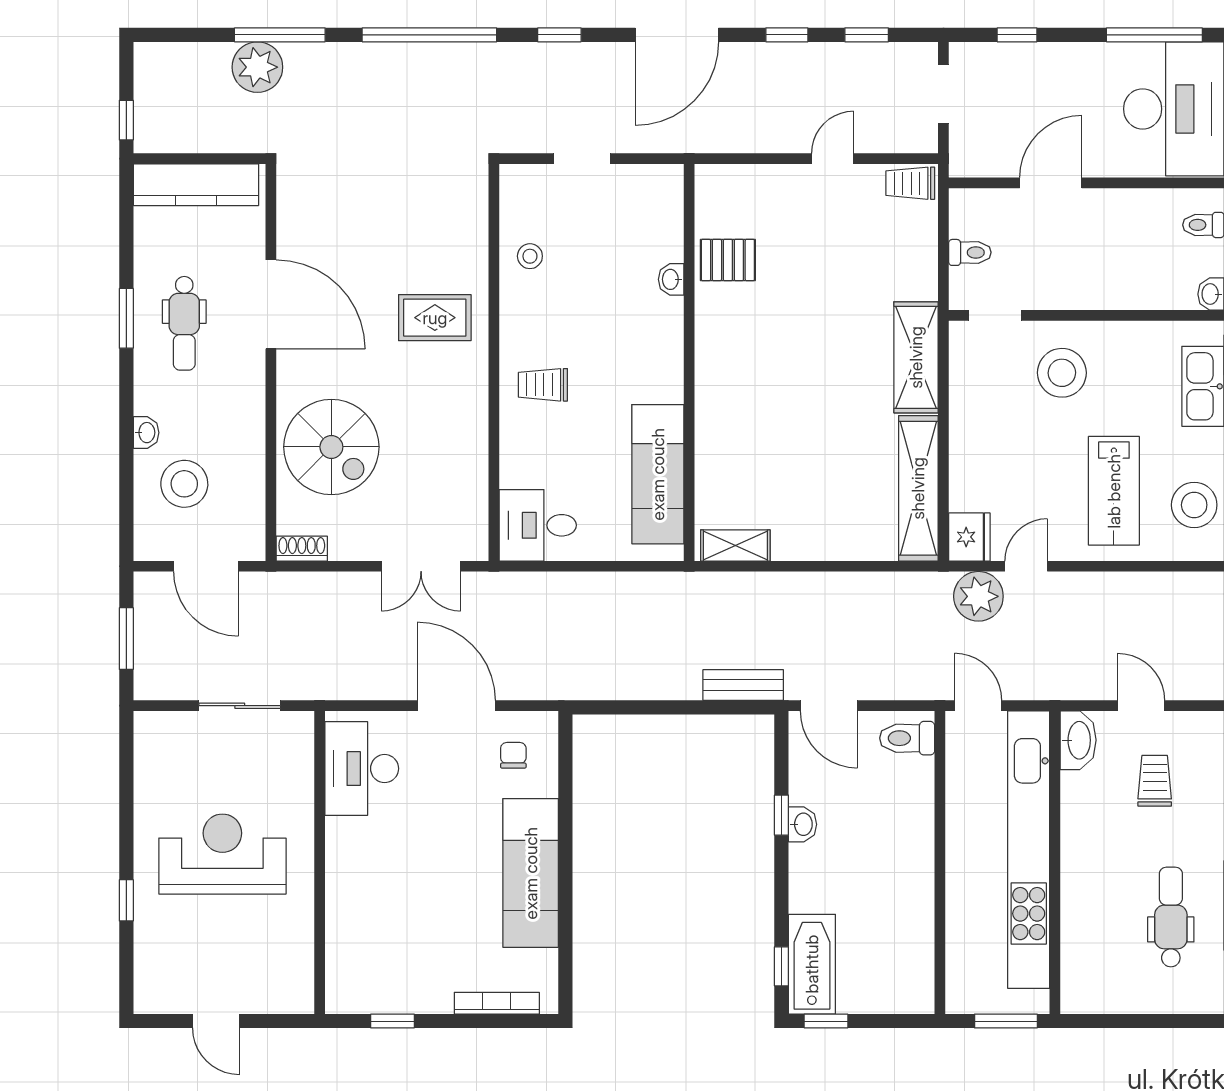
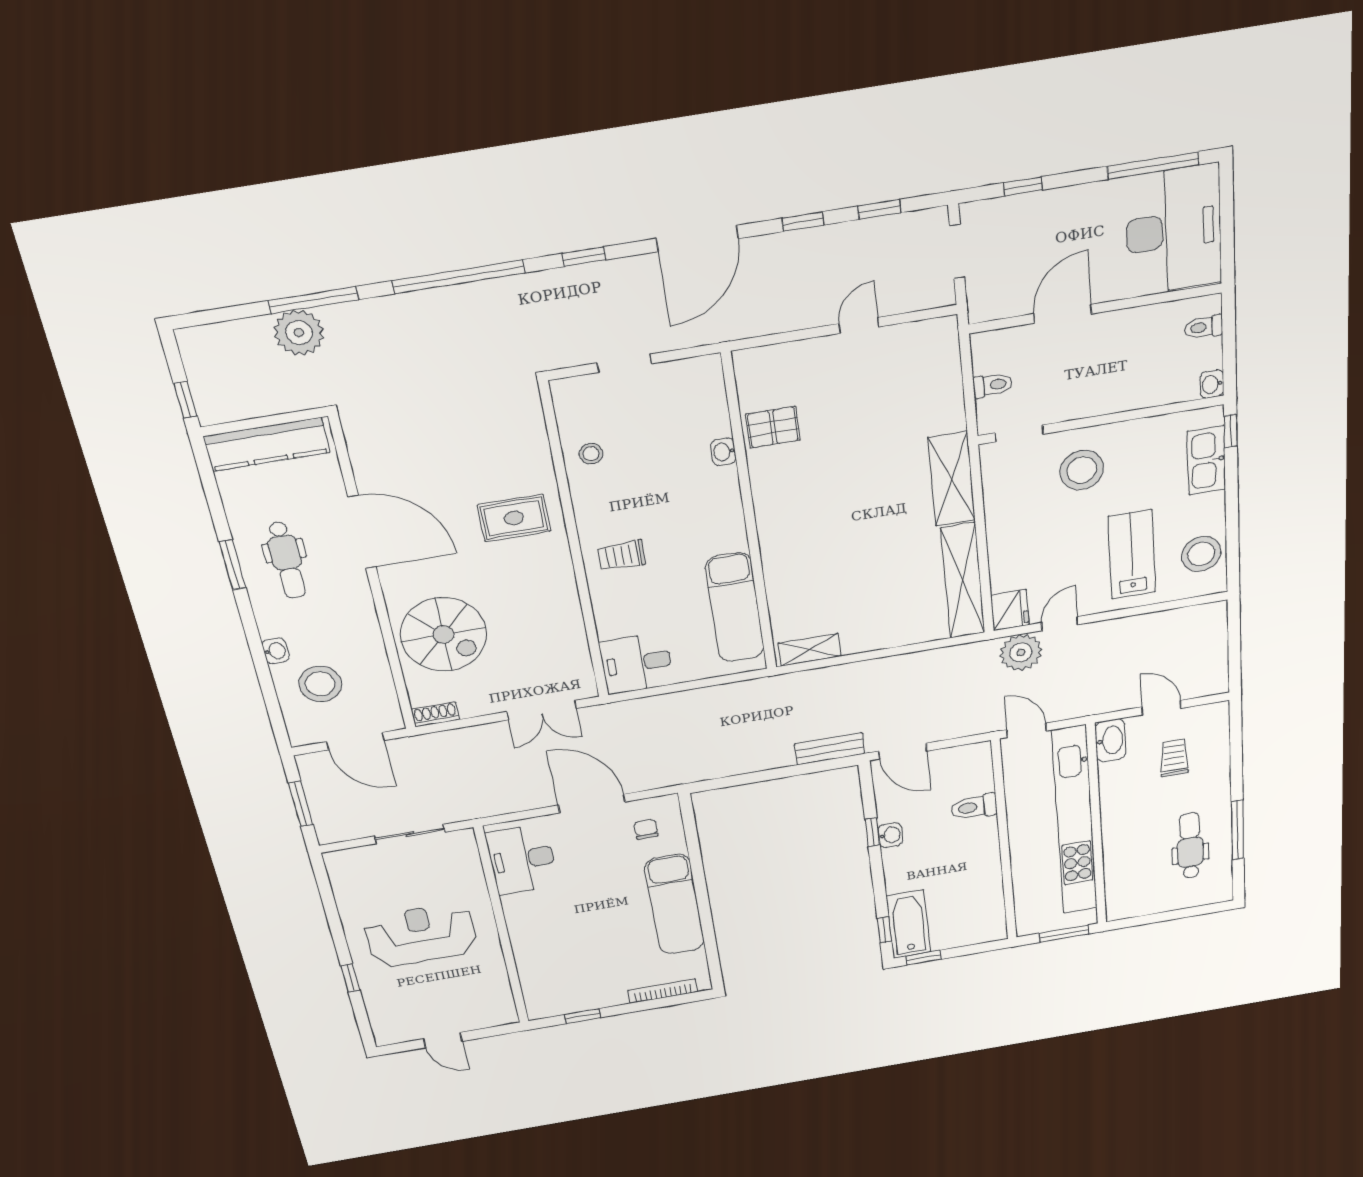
trolley: (910, 183) -> (933, 335), removed
lab bench: (1114, 491) -> (1132, 555), turned 180
toilet: (907, 738) -> (974, 807), moved

